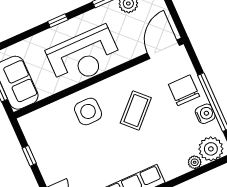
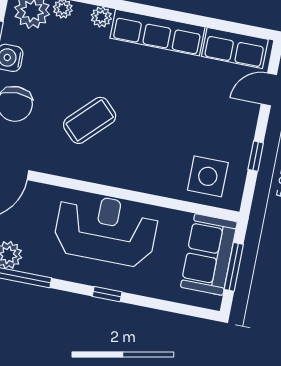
side table: (88, 111) -> (208, 176), moved
plant: (170, 173) -> (101, 17), added

